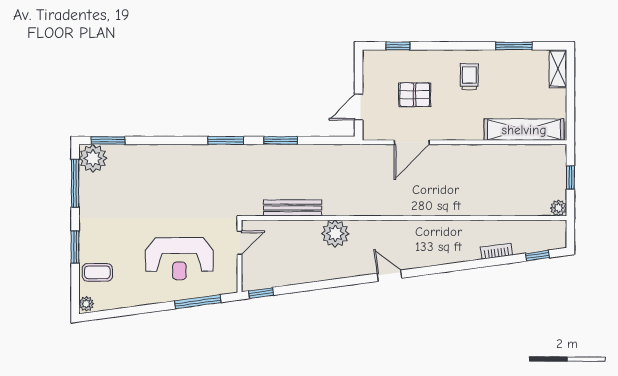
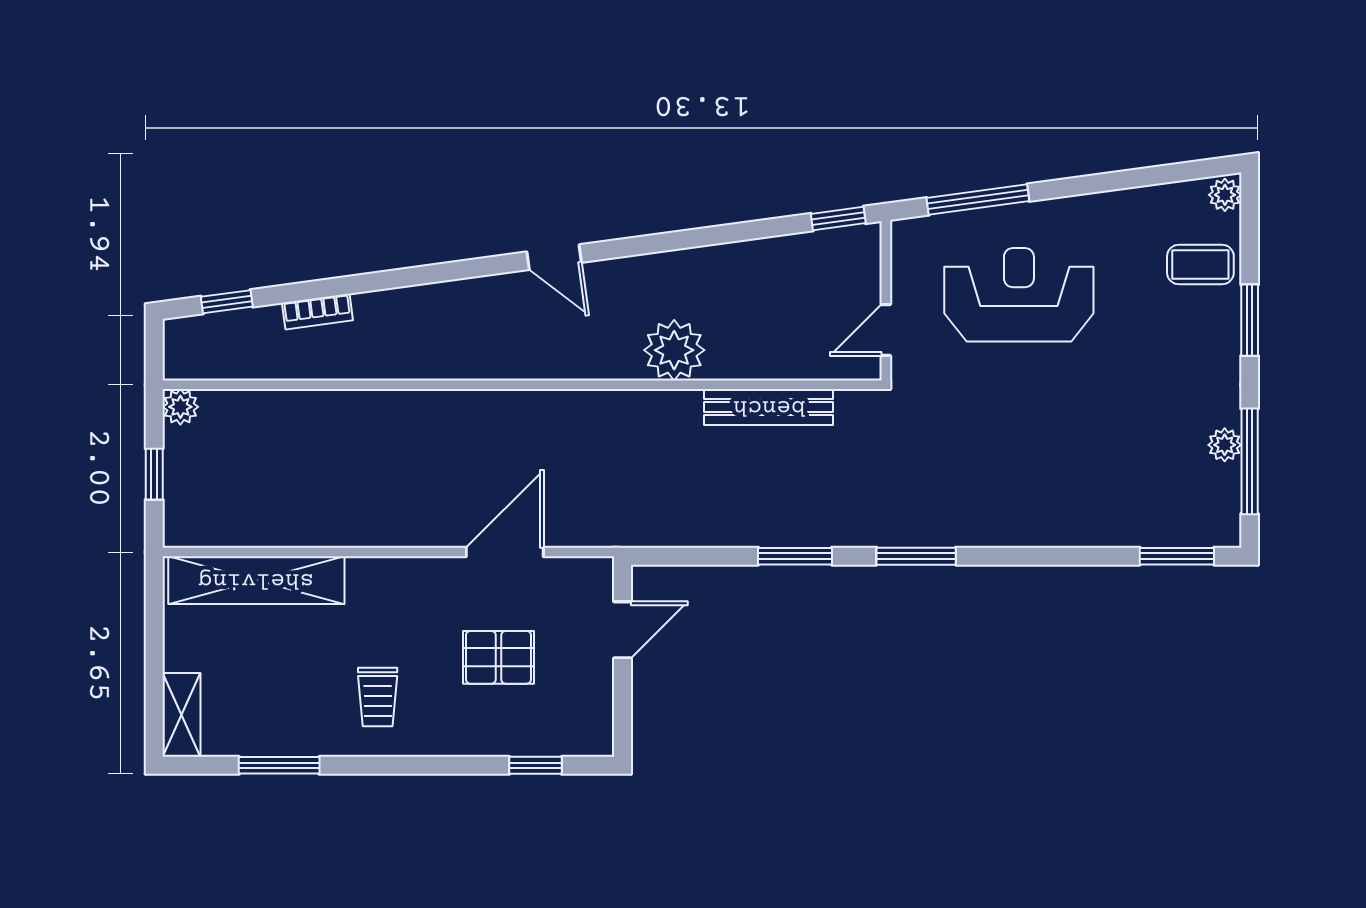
plant: (93, 158) -> (1225, 445), moved, width x0.53, depth x0.53

